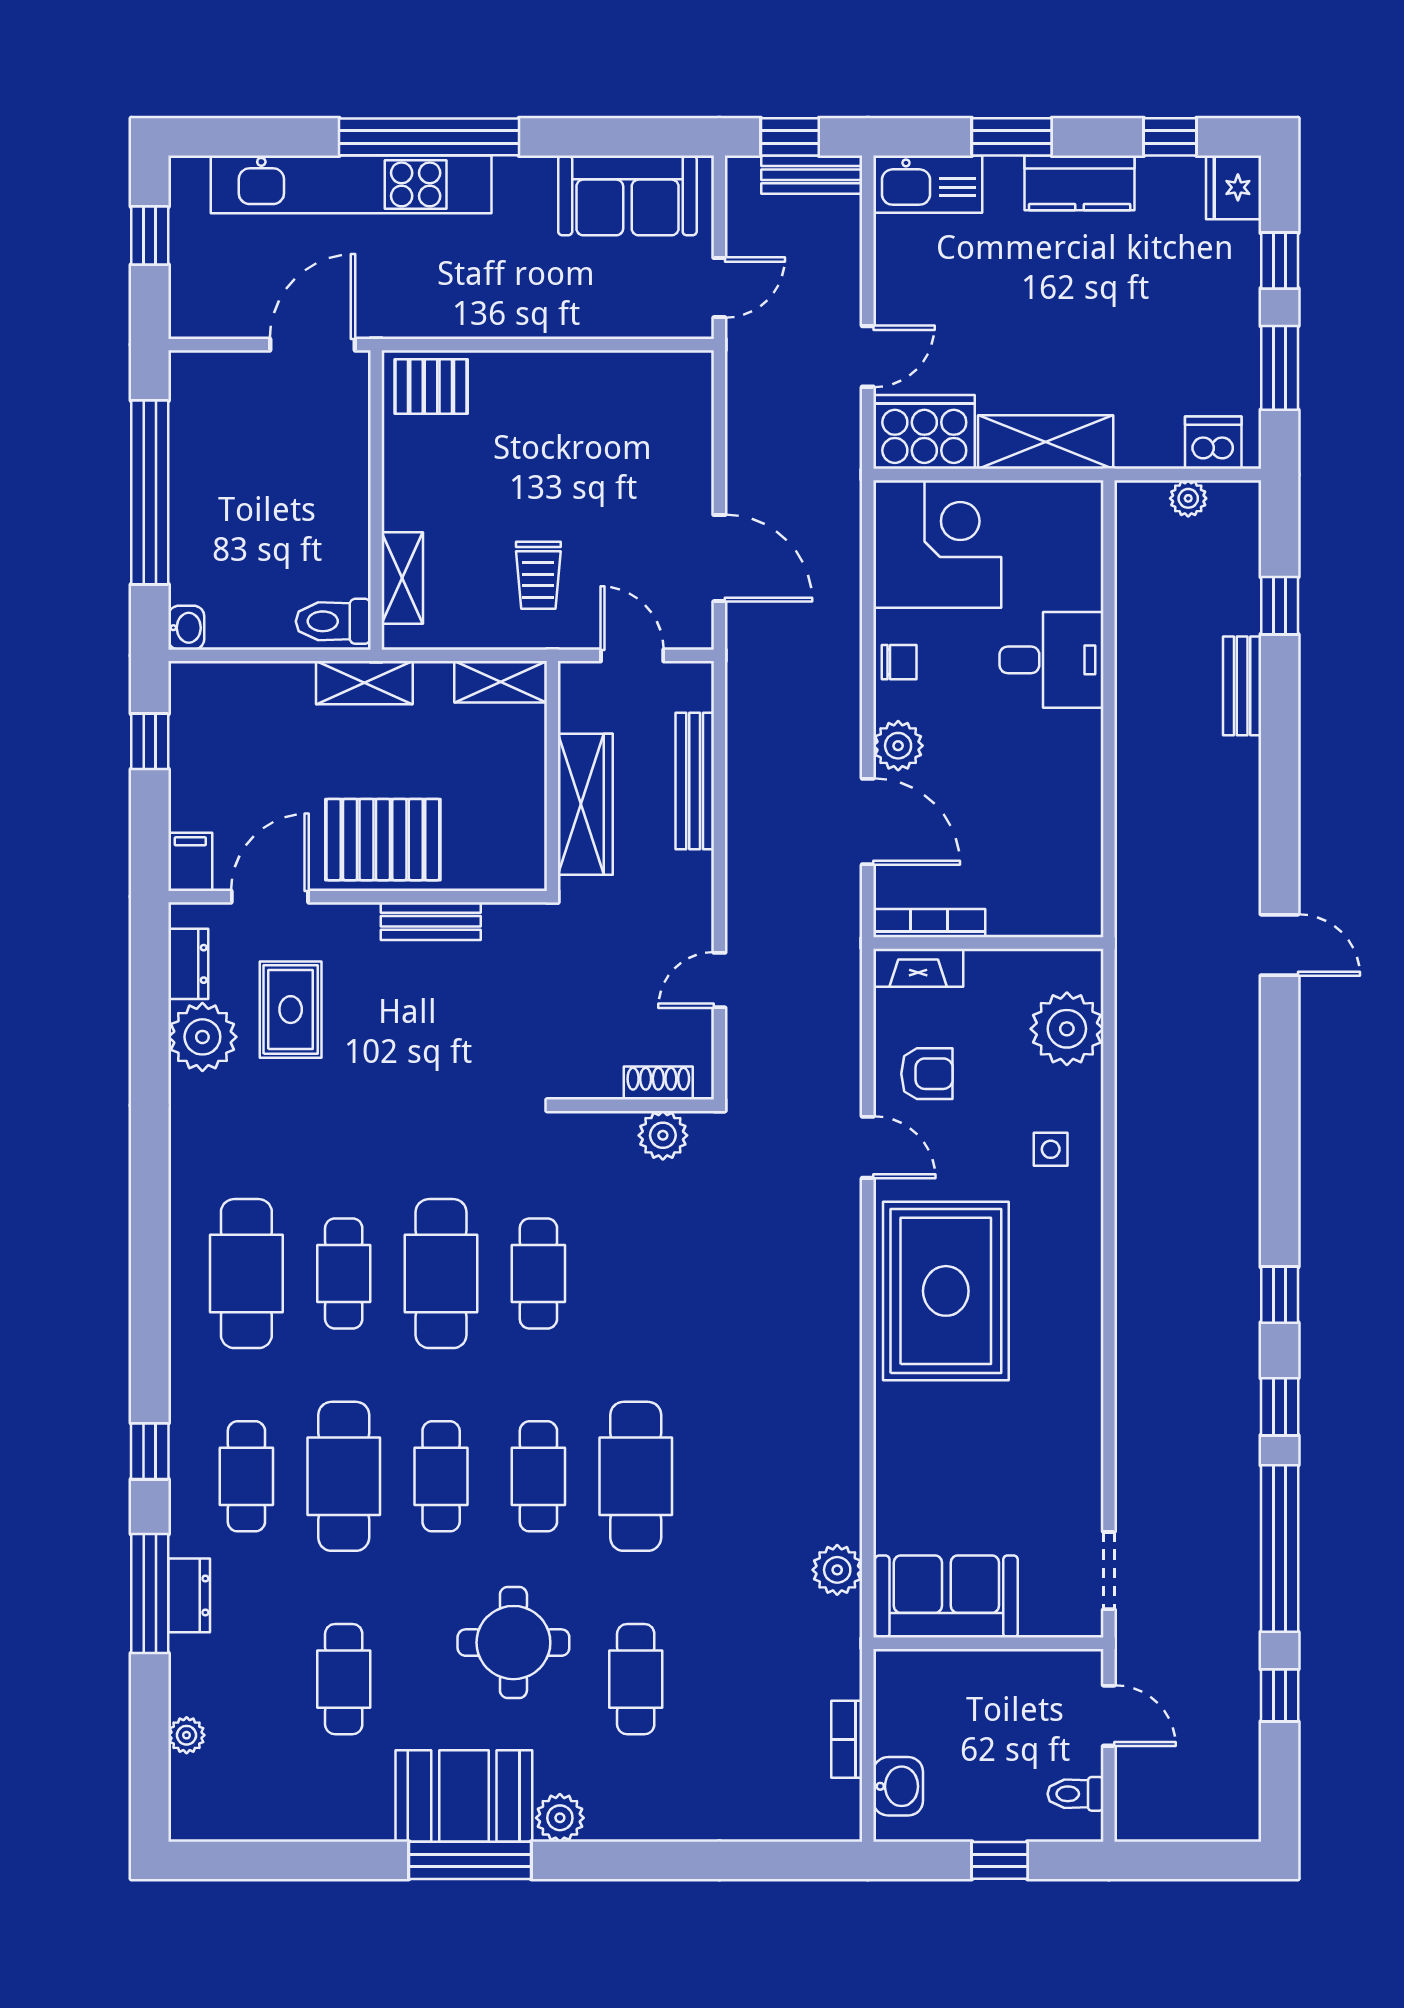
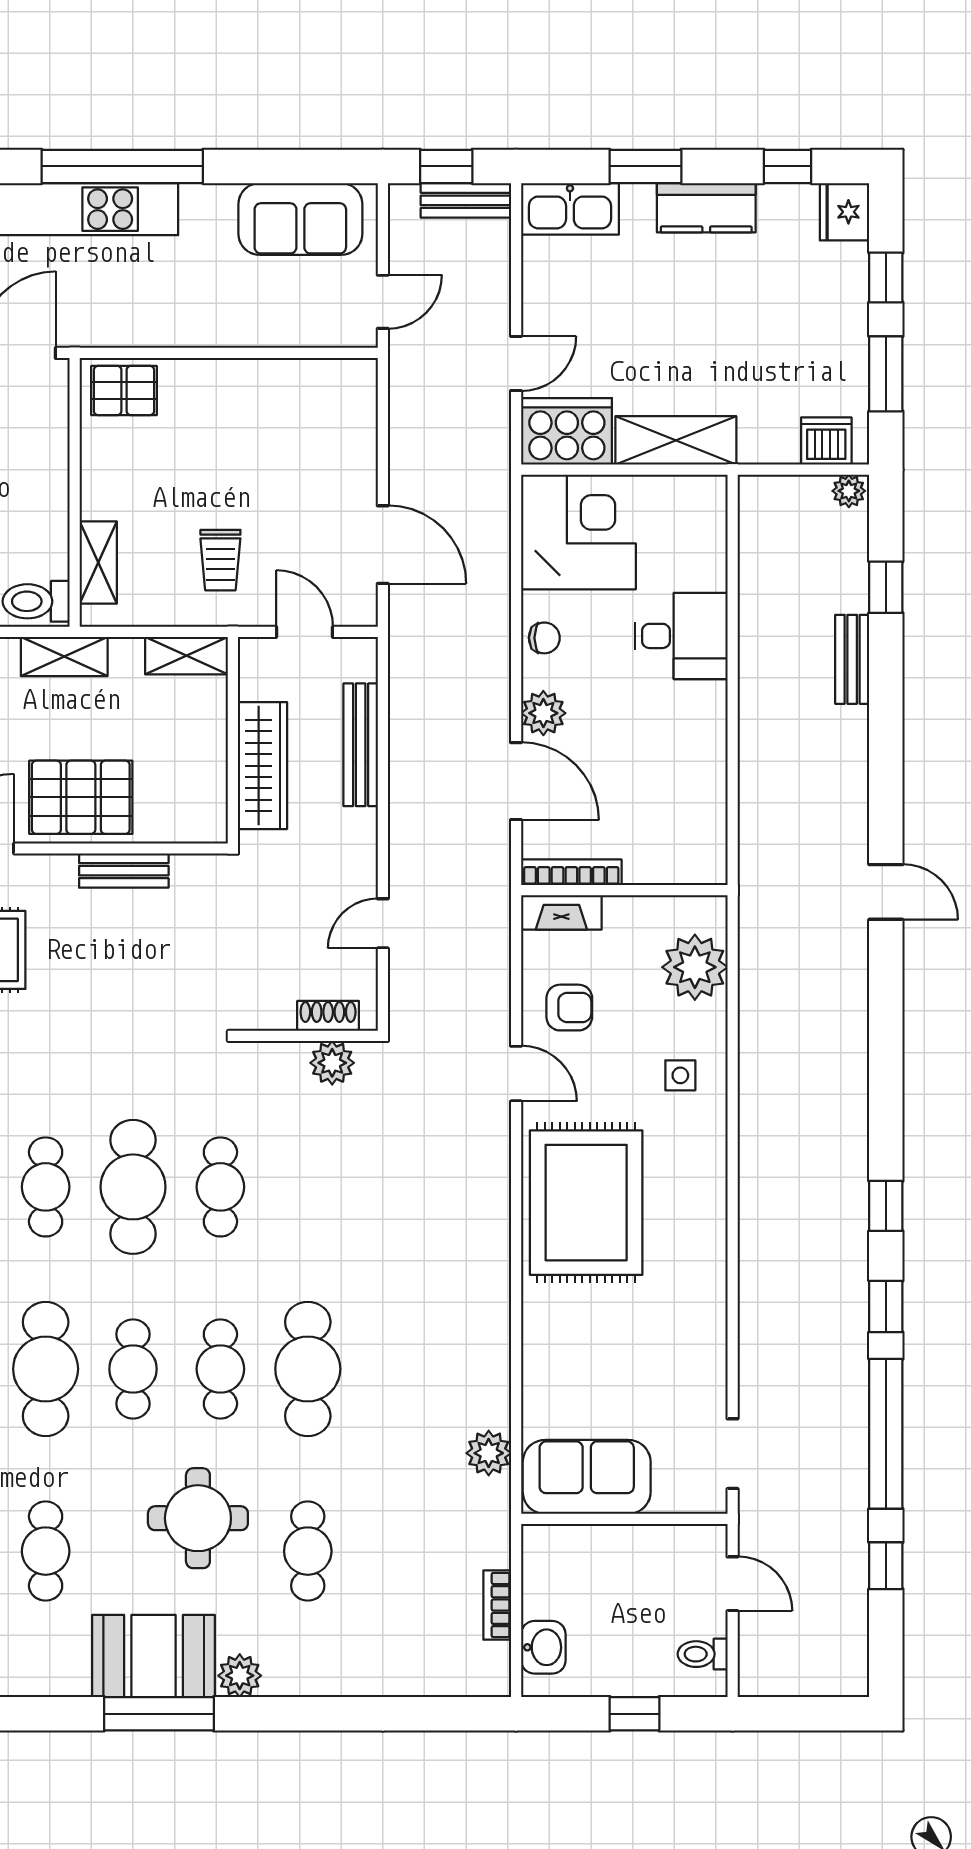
plant: (1188, 498) -> (849, 491), moved

